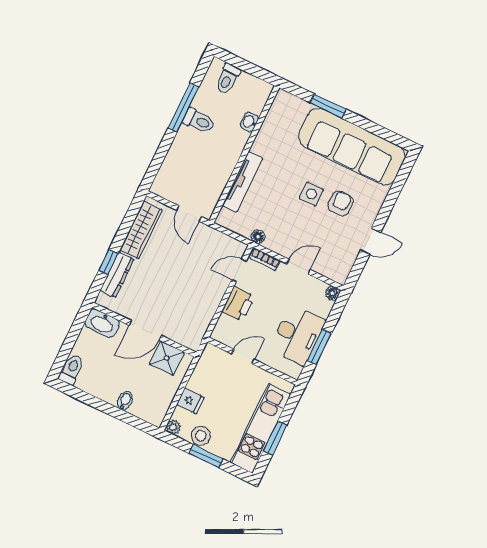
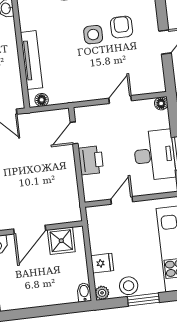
floor lamp: (258, 237) -> (42, 100), moved
bookcase: (265, 259) -> (89, 111), removed
bidet: (125, 401) -> (84, 292), moved

